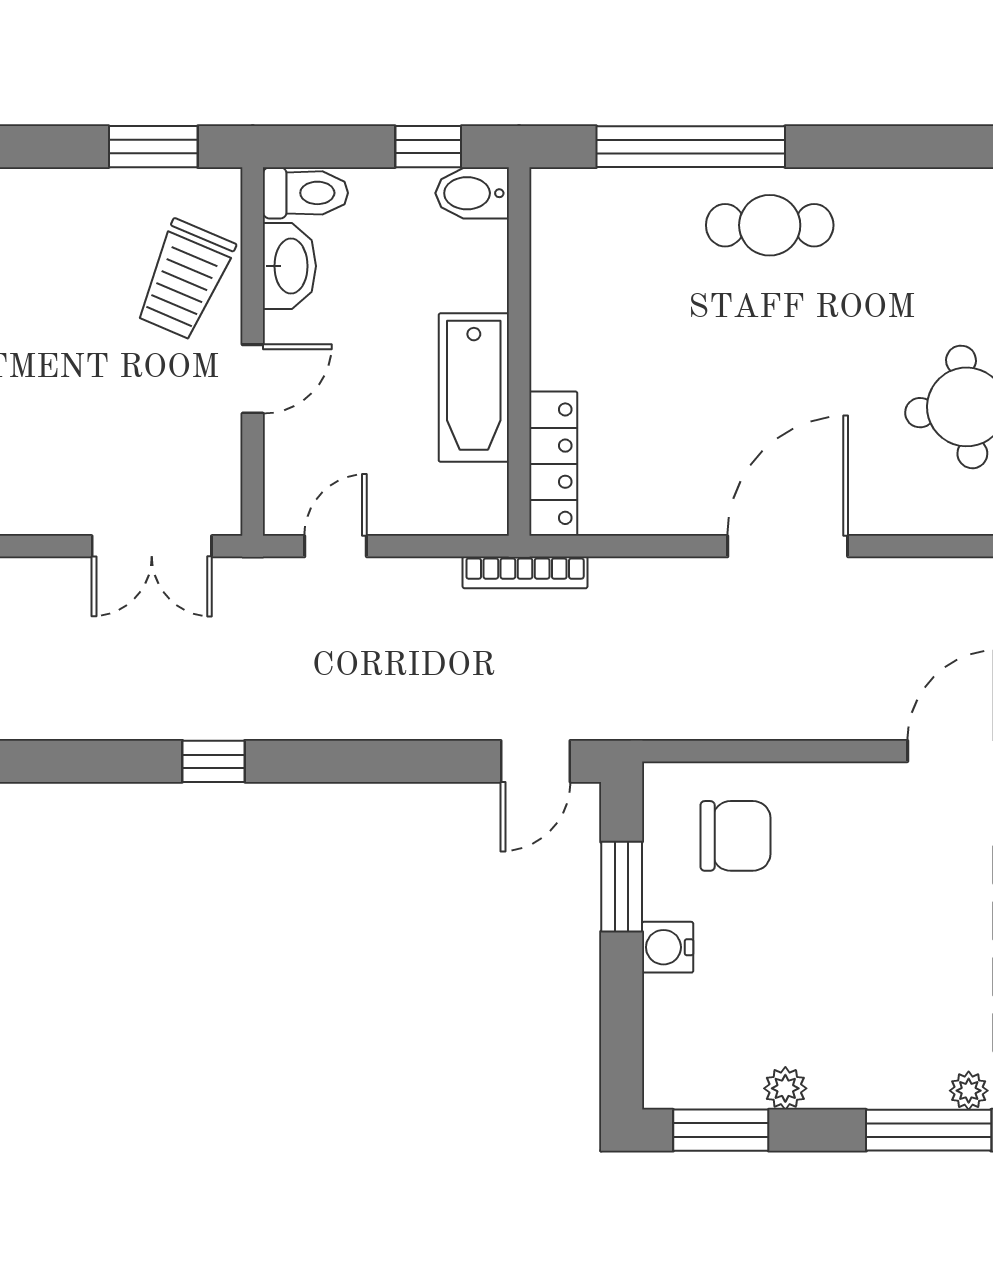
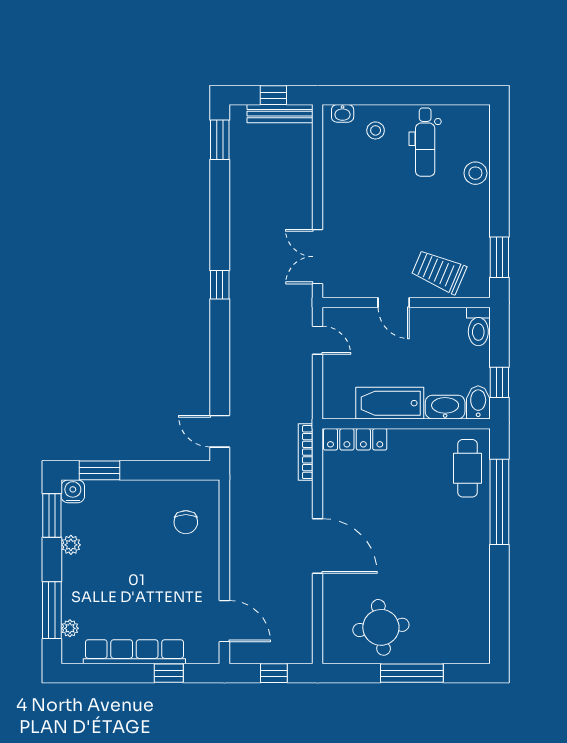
cafe table: (770, 225) -> (467, 468), moved
washbasin: (289, 266) -> (445, 407), moved, turned 180
bookcase: (525, 572) -> (306, 452), moved
chair: (735, 836) -> (186, 522), width x0.73, depth x0.73
window: (622, 887) -> (99, 470), moved
water cooler: (668, 947) -> (73, 491), moved

